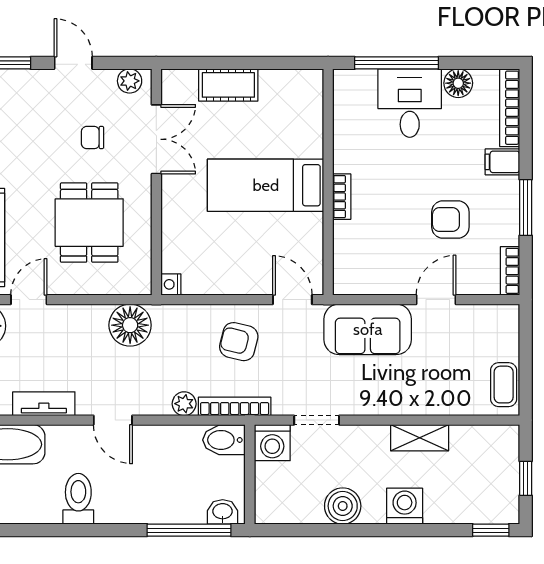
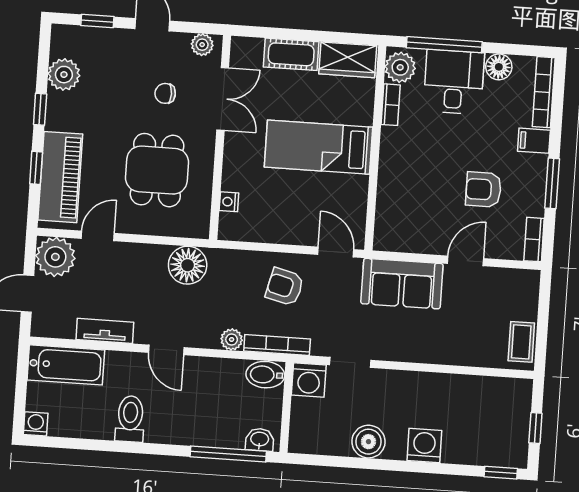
wardrobe: (291, 87) -> (348, 60), added
plant: (350, 91) -> (400, 67), added
bookcase: (342, 197) -> (391, 105), moved
nightstand: (171, 284) -> (229, 202), moved
shelving: (420, 438) -> (442, 385), removed

